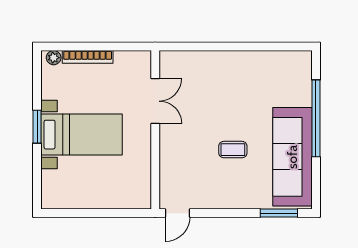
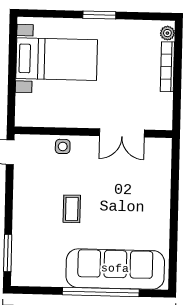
bed with nightstands: (82, 135) -> (57, 59), moved, turned -90
sofa: (292, 157) -> (115, 269), moved
side table: (170, 160) -> (63, 146), added

